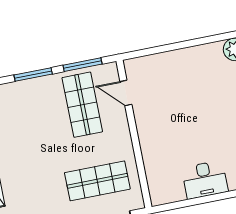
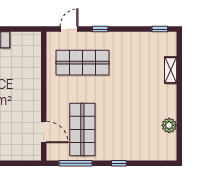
window: (33, 74) -> (119, 163), width x0.46

